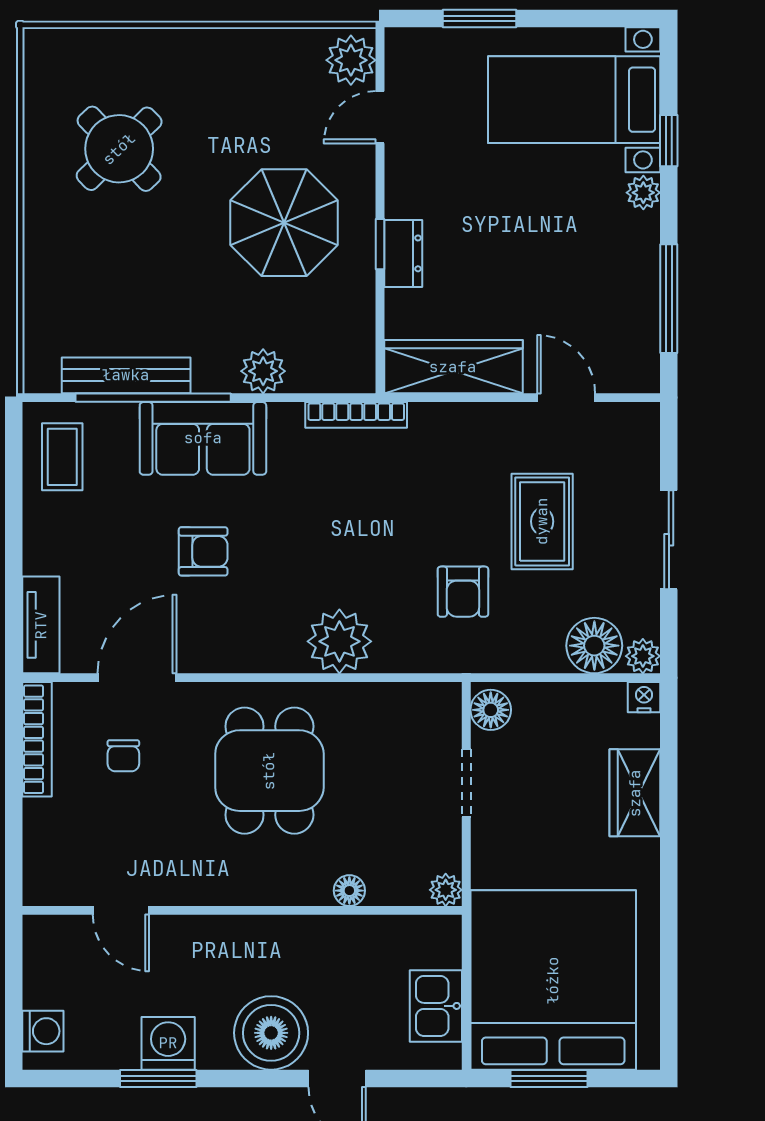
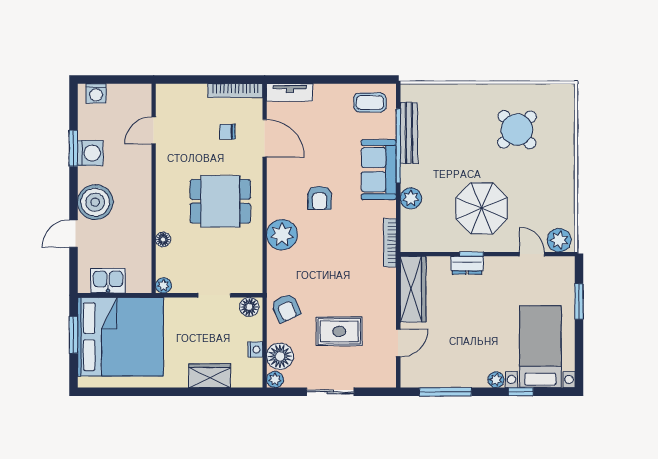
armchair: (203, 551) -> (320, 198), moved
armchair: (463, 592) -> (286, 308), moved, turned -114
nightstand: (644, 697) -> (255, 350), moved

